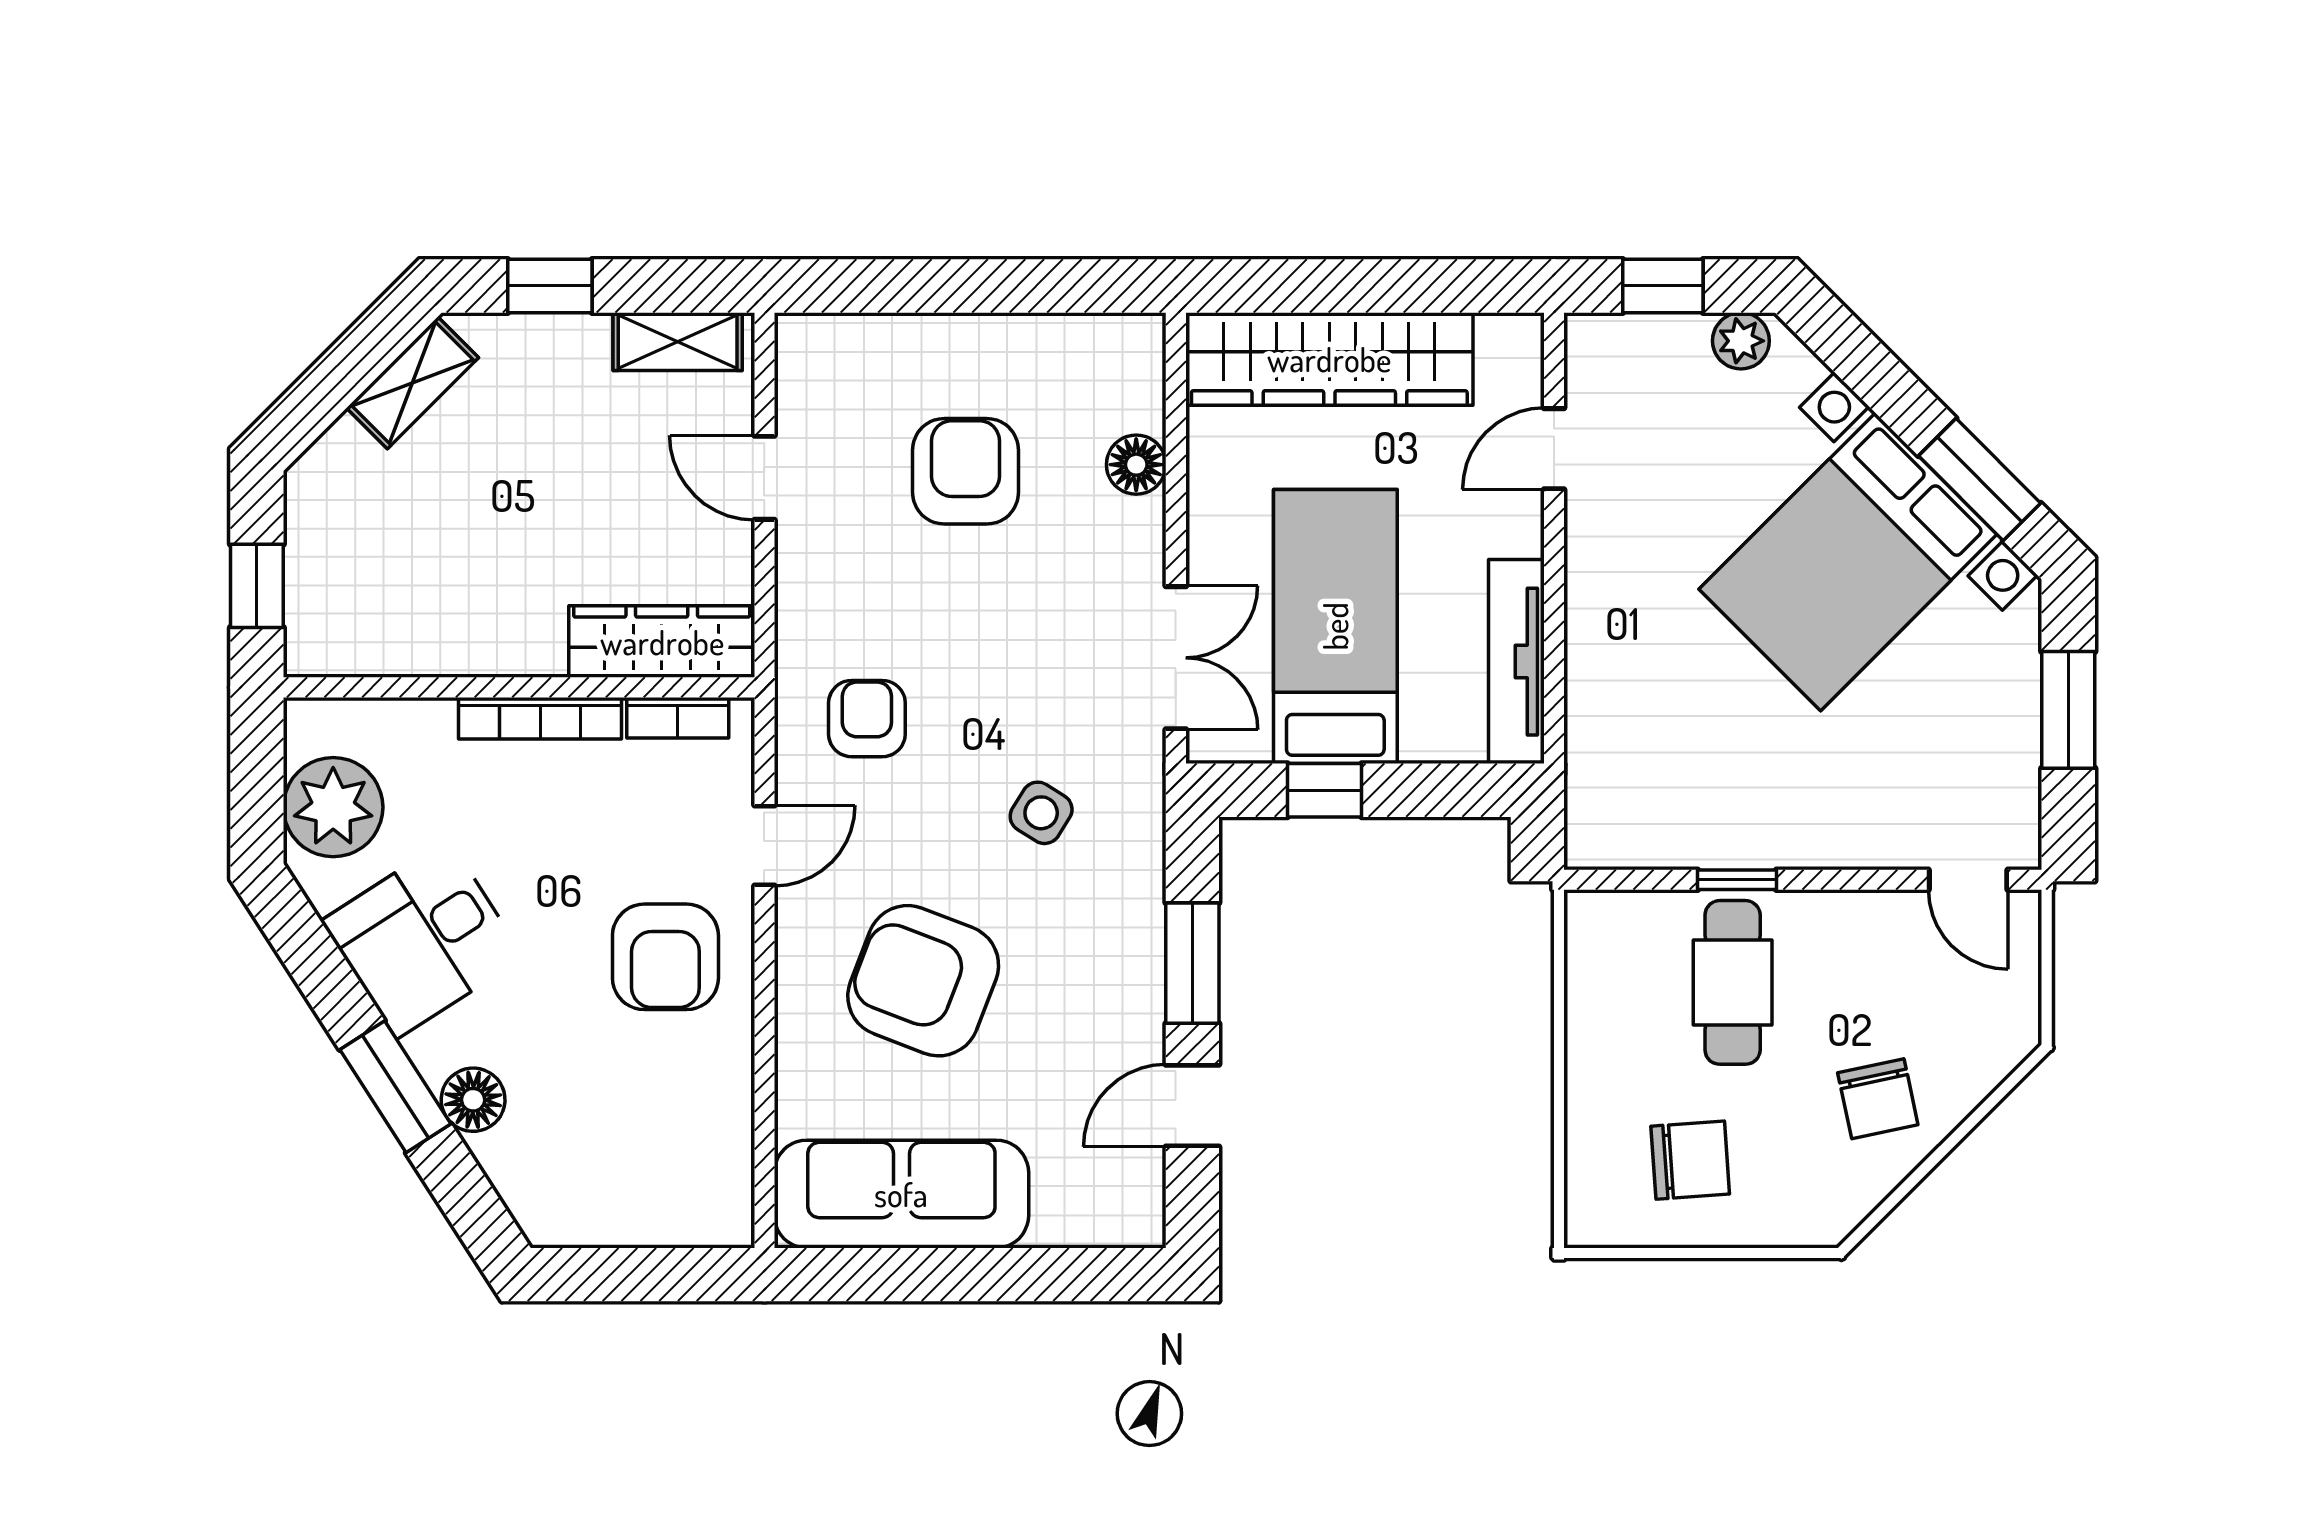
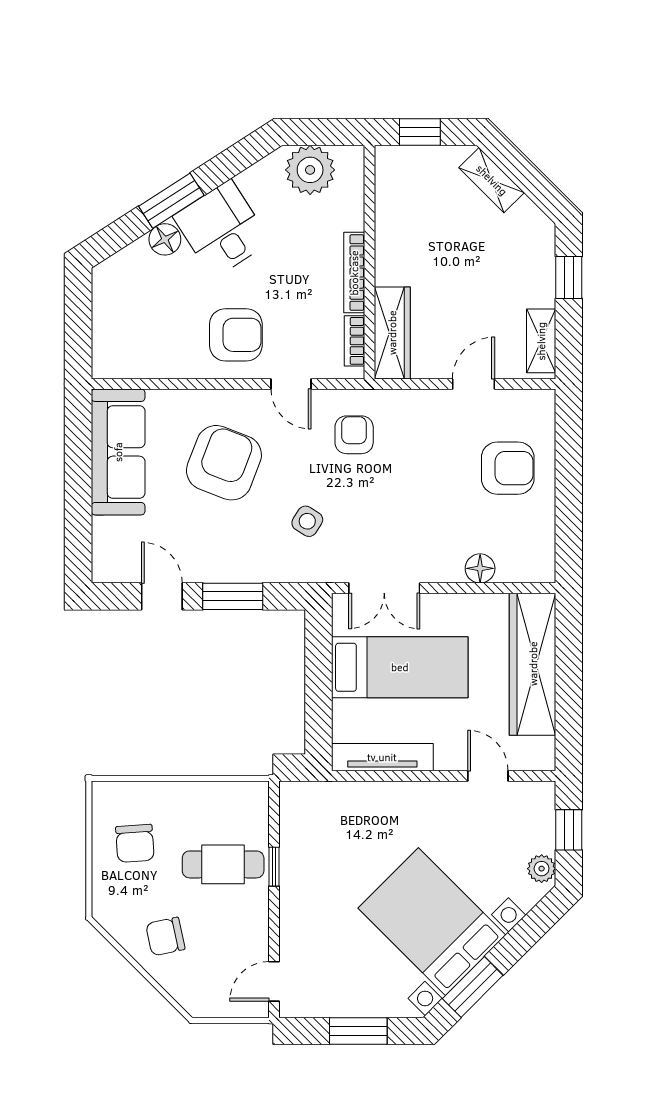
shelving: (412, 383) -> (492, 180), moved
armchair: (966, 471) -> (508, 468), moved
armchair: (867, 719) -> (354, 435), turned -90
window: (1324, 790) -> (318, 662), removed
desk: (423, 939) -> (222, 229), moved
armchair: (665, 957) -> (236, 335), turned 180

